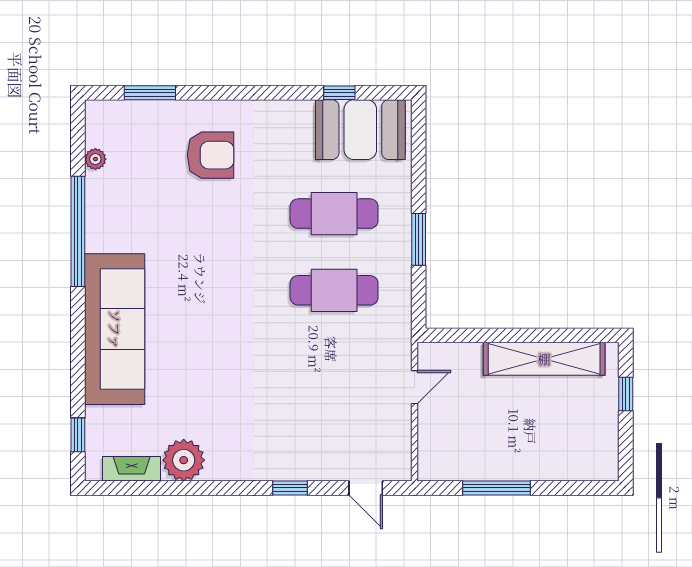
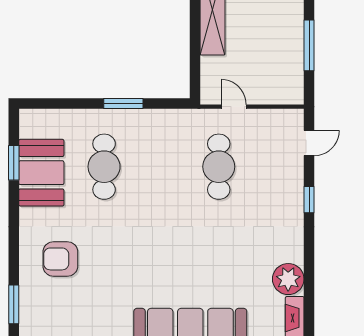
window: (339, 93) -> (14, 163), width x1.50
booth: (360, 130) -> (41, 173), moved
armchair: (211, 155) -> (60, 259), turned -90
cafe table: (334, 290) -> (219, 167), moved

